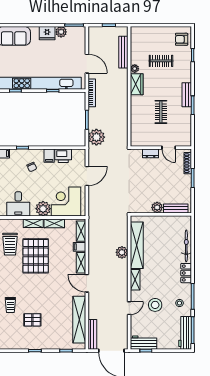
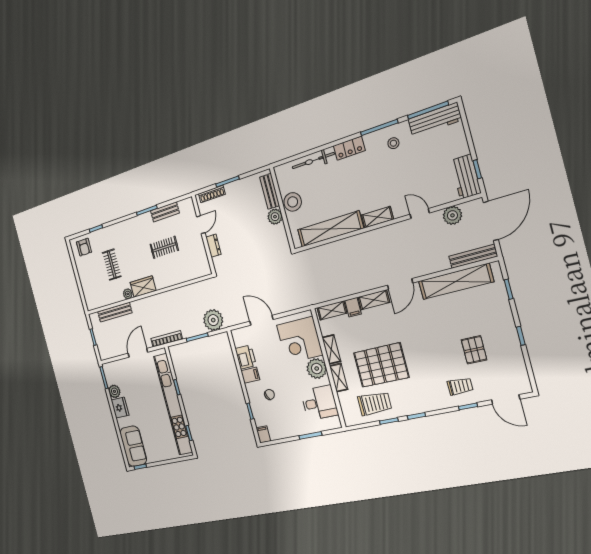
bench: (187, 95) -> (165, 212), moved
plant: (122, 252) -> (452, 215), moved
stool: (155, 305) -> (293, 202), moved

